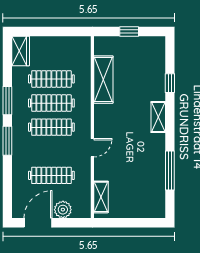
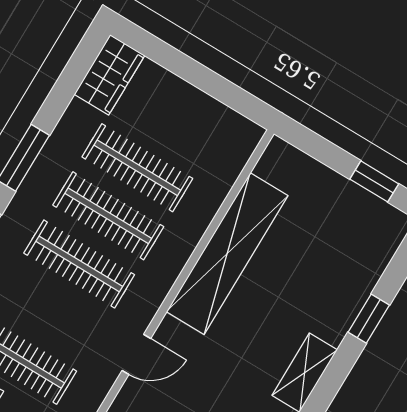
window: (129, 31) -> (374, 181), moved
shelving: (103, 80) -> (227, 254), width x1.47

